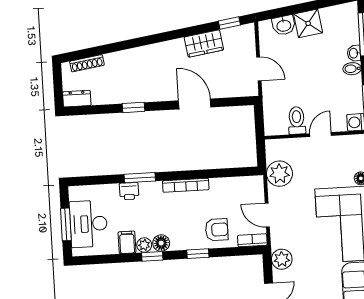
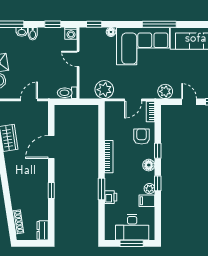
toilet: (297, 120) -> (67, 93), moved
floor lamp: (161, 243) -> (149, 165), moved

